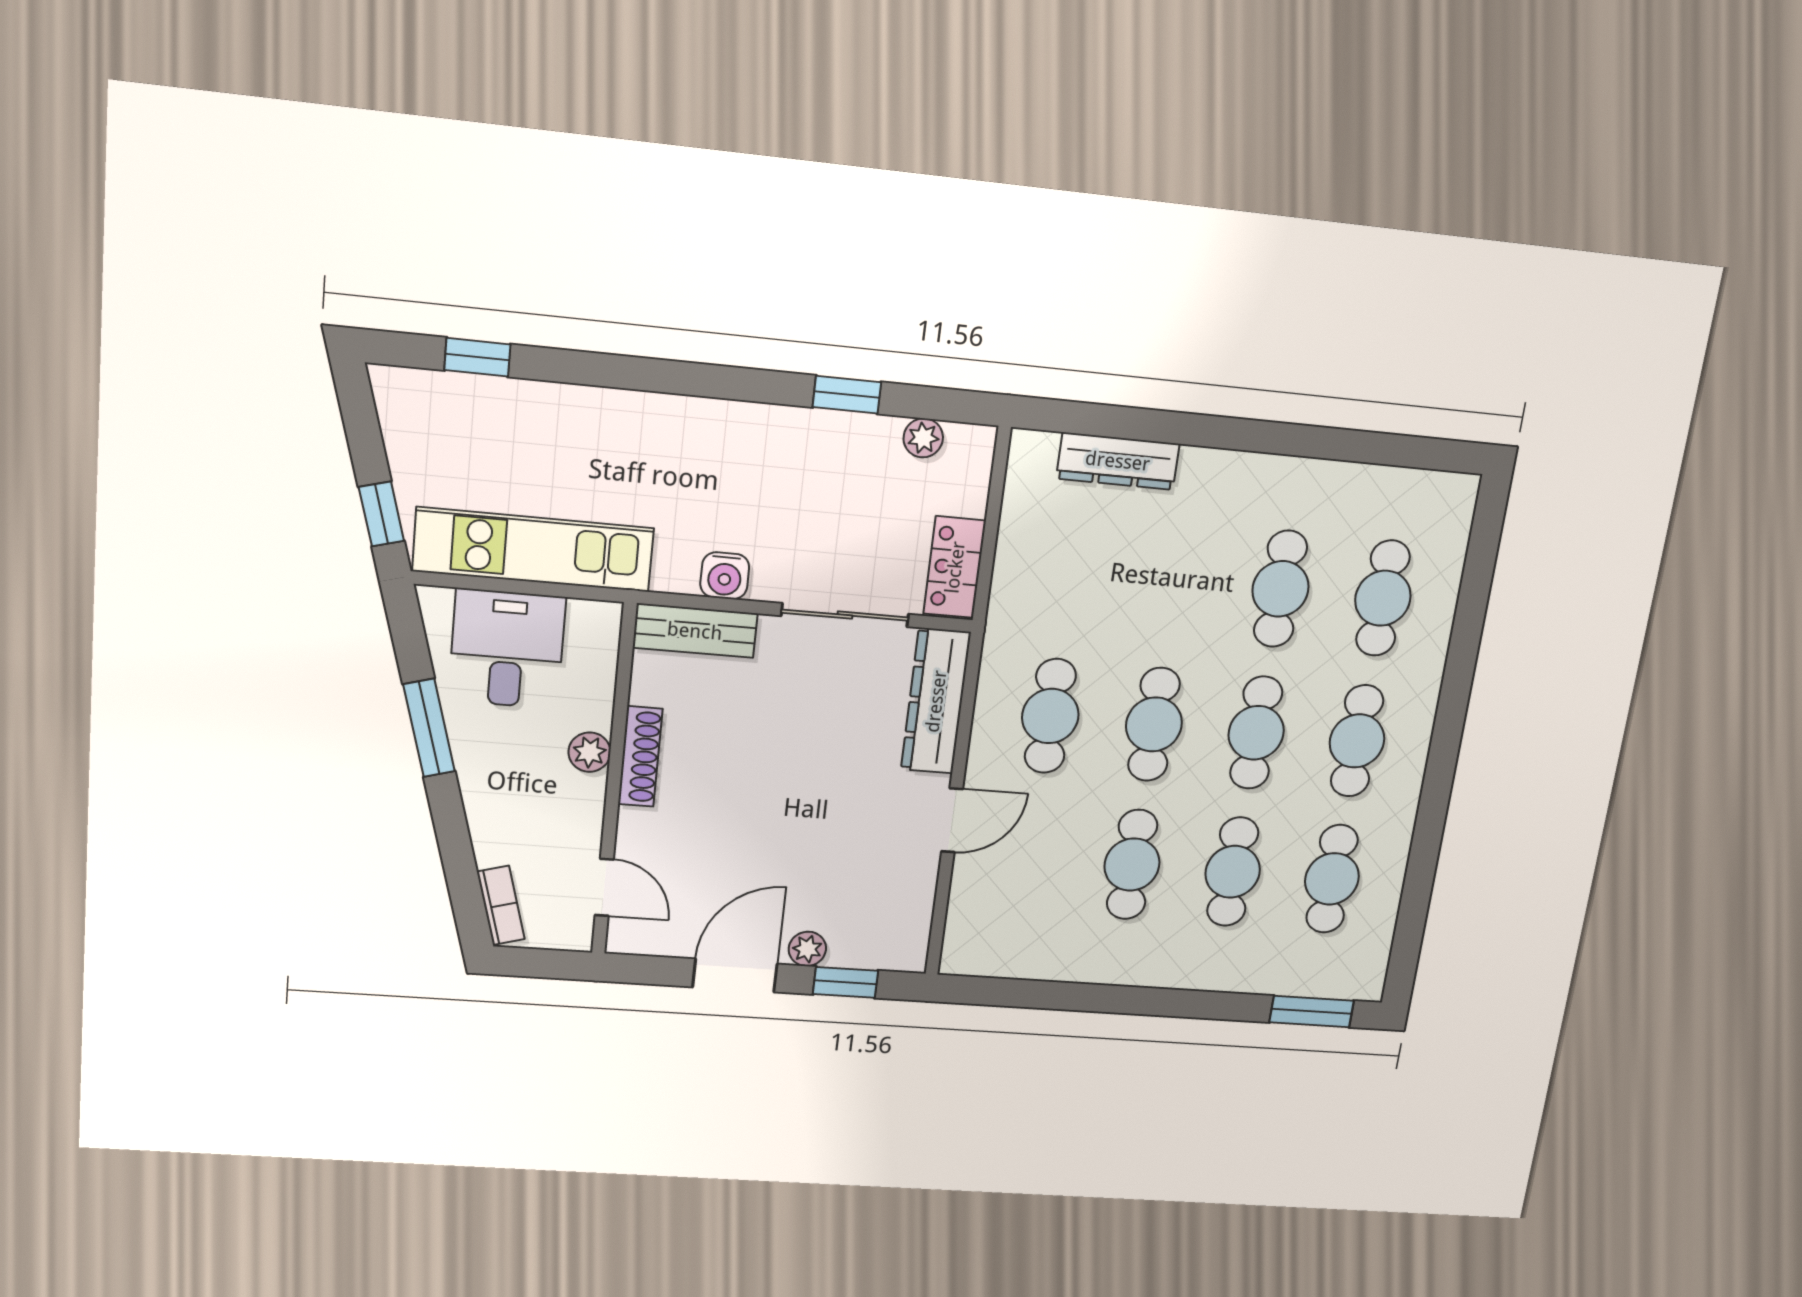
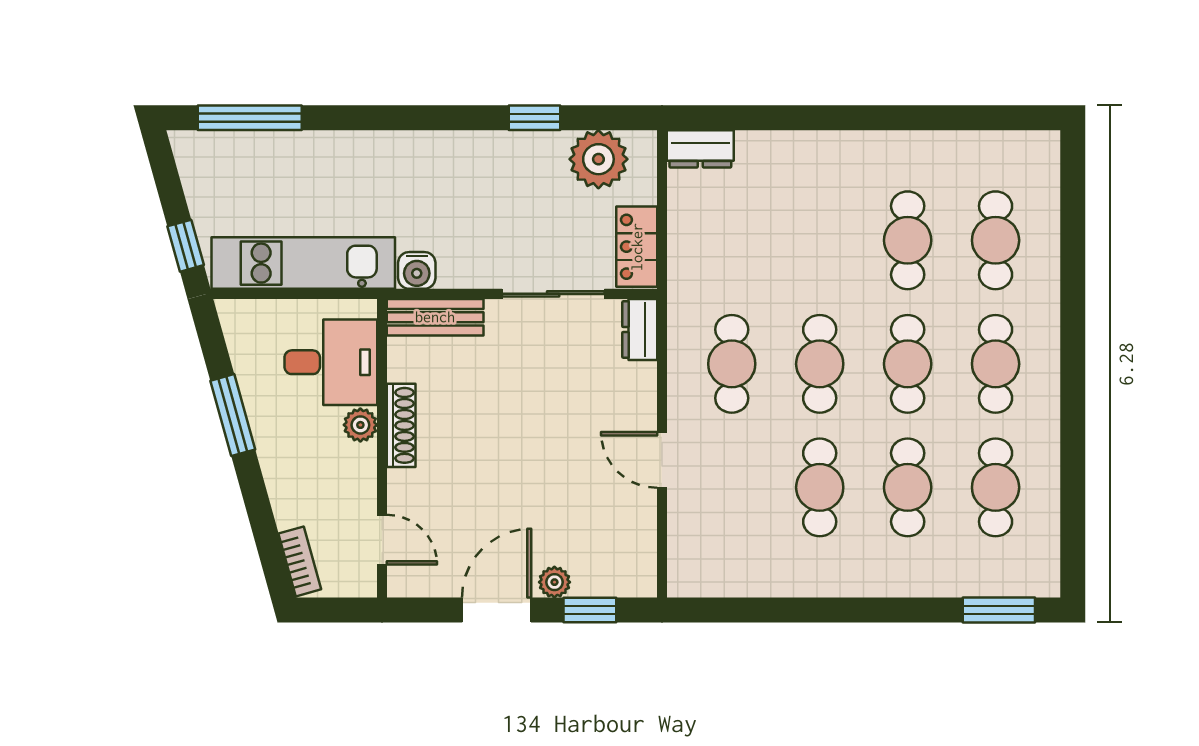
window: (477, 357) -> (250, 118), width x2.17
plant: (923, 438) -> (598, 159), width x1.87, depth x1.87
dresser: (1118, 461) -> (700, 149), moved, width x0.70
water cooler: (725, 576) -> (417, 270), moved
desk: (507, 649) -> (331, 362), moved, turned 90
dresser: (936, 701) -> (640, 330), width x0.51, depth x0.80
door: (952, 820) -> (662, 460), swing flipped

